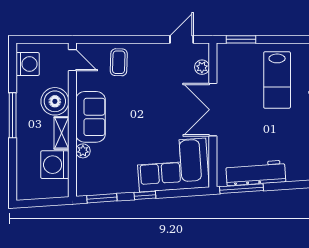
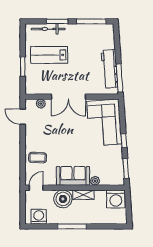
window: (241, 39) -> (23, 67), moved
lab bench: (277, 80) -> (49, 55), turned 180
washing machine: (55, 165) -> (116, 199), moved

